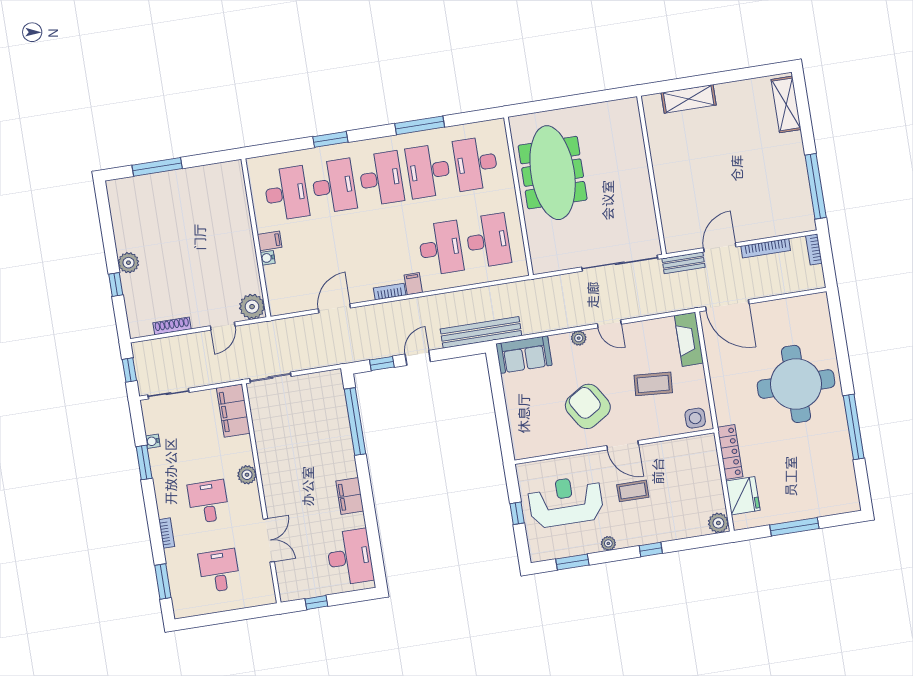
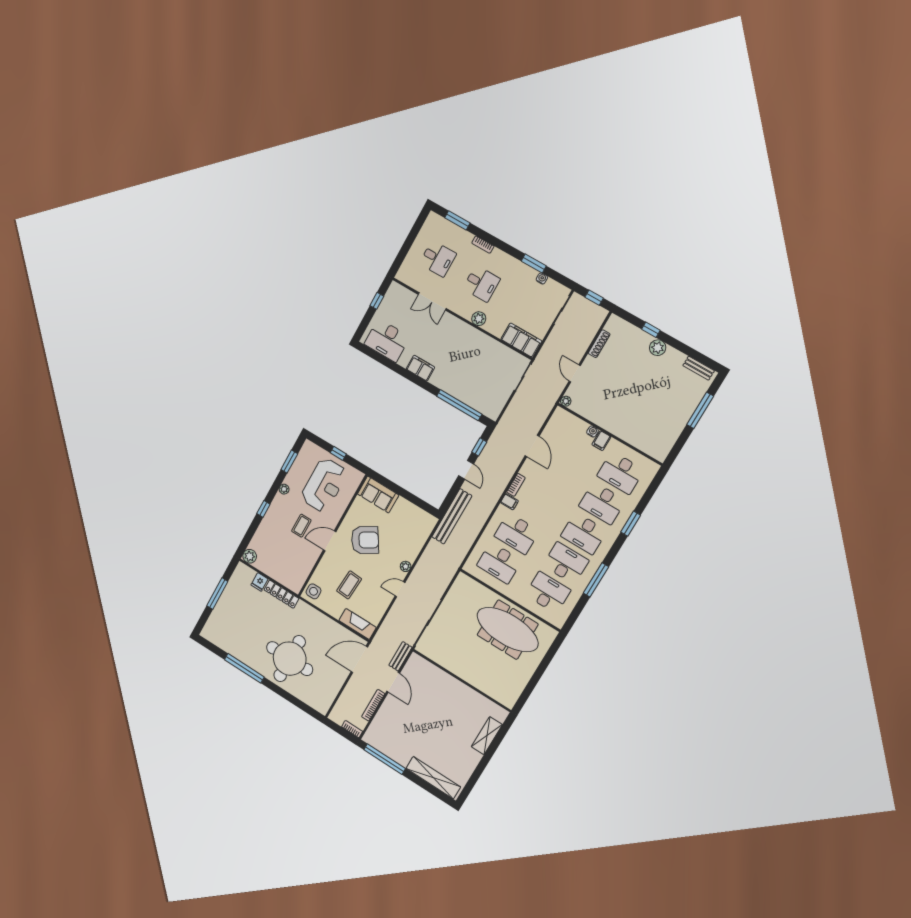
shelving: (786, 104) -> (433, 778), width x1.47
bench: (116, 204) -> (699, 368), added
plant: (252, 307) -> (566, 401), width x0.53, depth x0.53
sofa: (524, 355) -> (378, 494), moved, turned -90
fridge: (743, 496) -> (260, 582), width x0.53, depth x0.75

